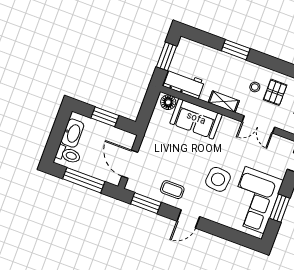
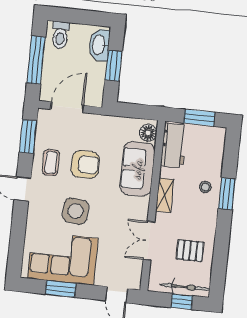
stool: (255, 87) -> (205, 187), moved
washbasin: (73, 133) -> (99, 45), moved, turned 90
armchair: (181, 161) -> (85, 164), added

